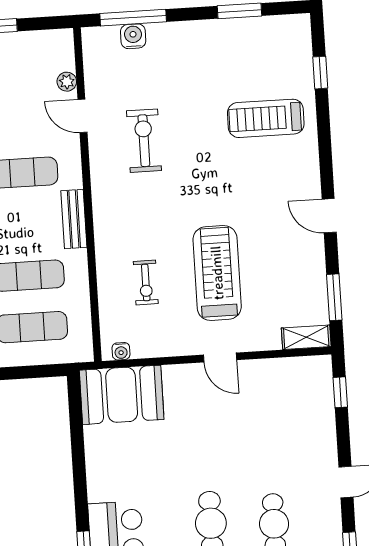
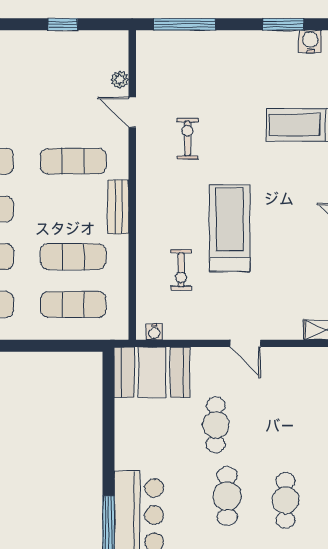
water cooler: (133, 36) -> (310, 41), moved
exercise bike: (144, 141) -> (188, 139), width x0.73, depth x0.72
treadmill: (217, 273) -> (230, 228), moved
cafe table: (194, 447) -> (216, 425), added

